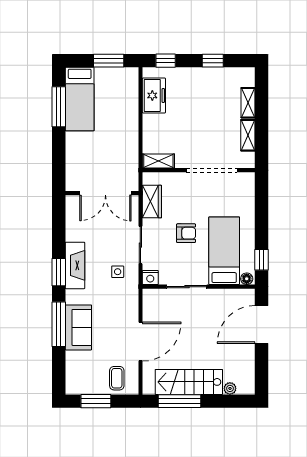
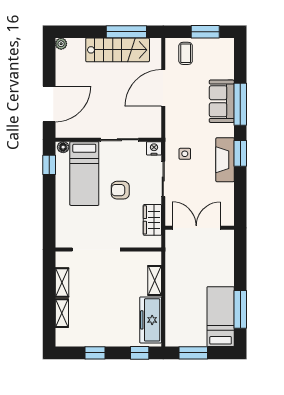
freezer: (154, 95) -> (151, 320), width x1.40
shelving: (158, 161) -> (155, 280), moved, turned 90
plant: (230, 388) -> (61, 44), moved

